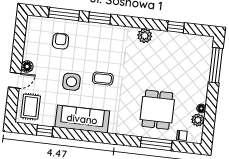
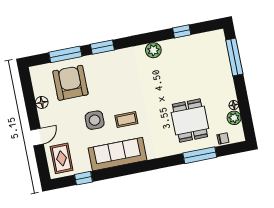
armchair: (61, 41) -> (70, 83), width x1.88, depth x1.88
floor lamp: (27, 66) -> (42, 102), moved
coffee table: (103, 79) -> (126, 119), moved

